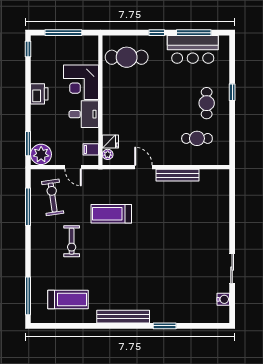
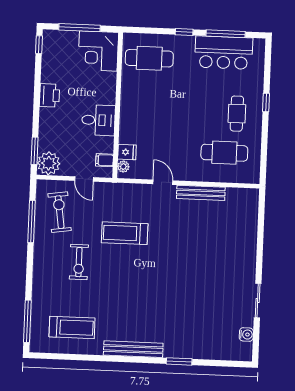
corner desk: (81, 82) -> (98, 51), moved
cafe table: (197, 138) -> (224, 153), width x1.37, depth x1.35

